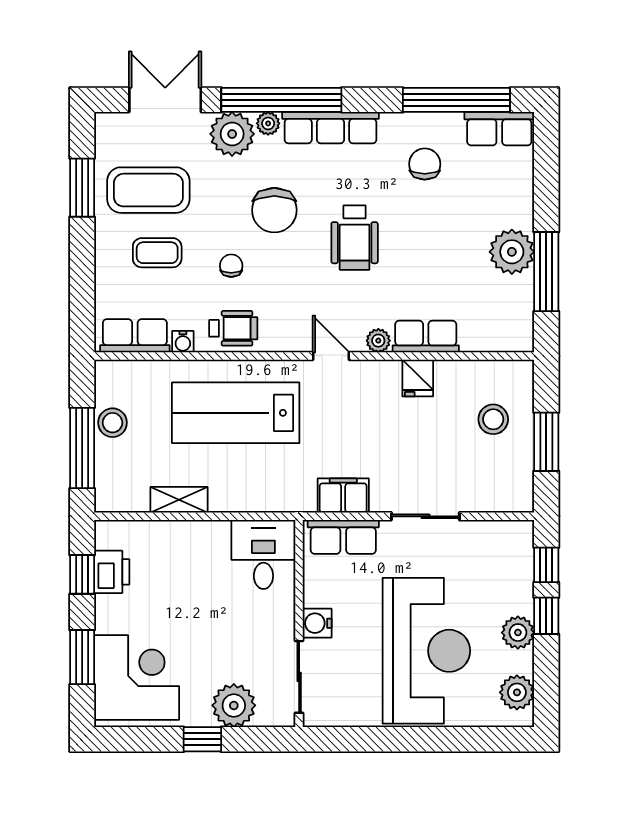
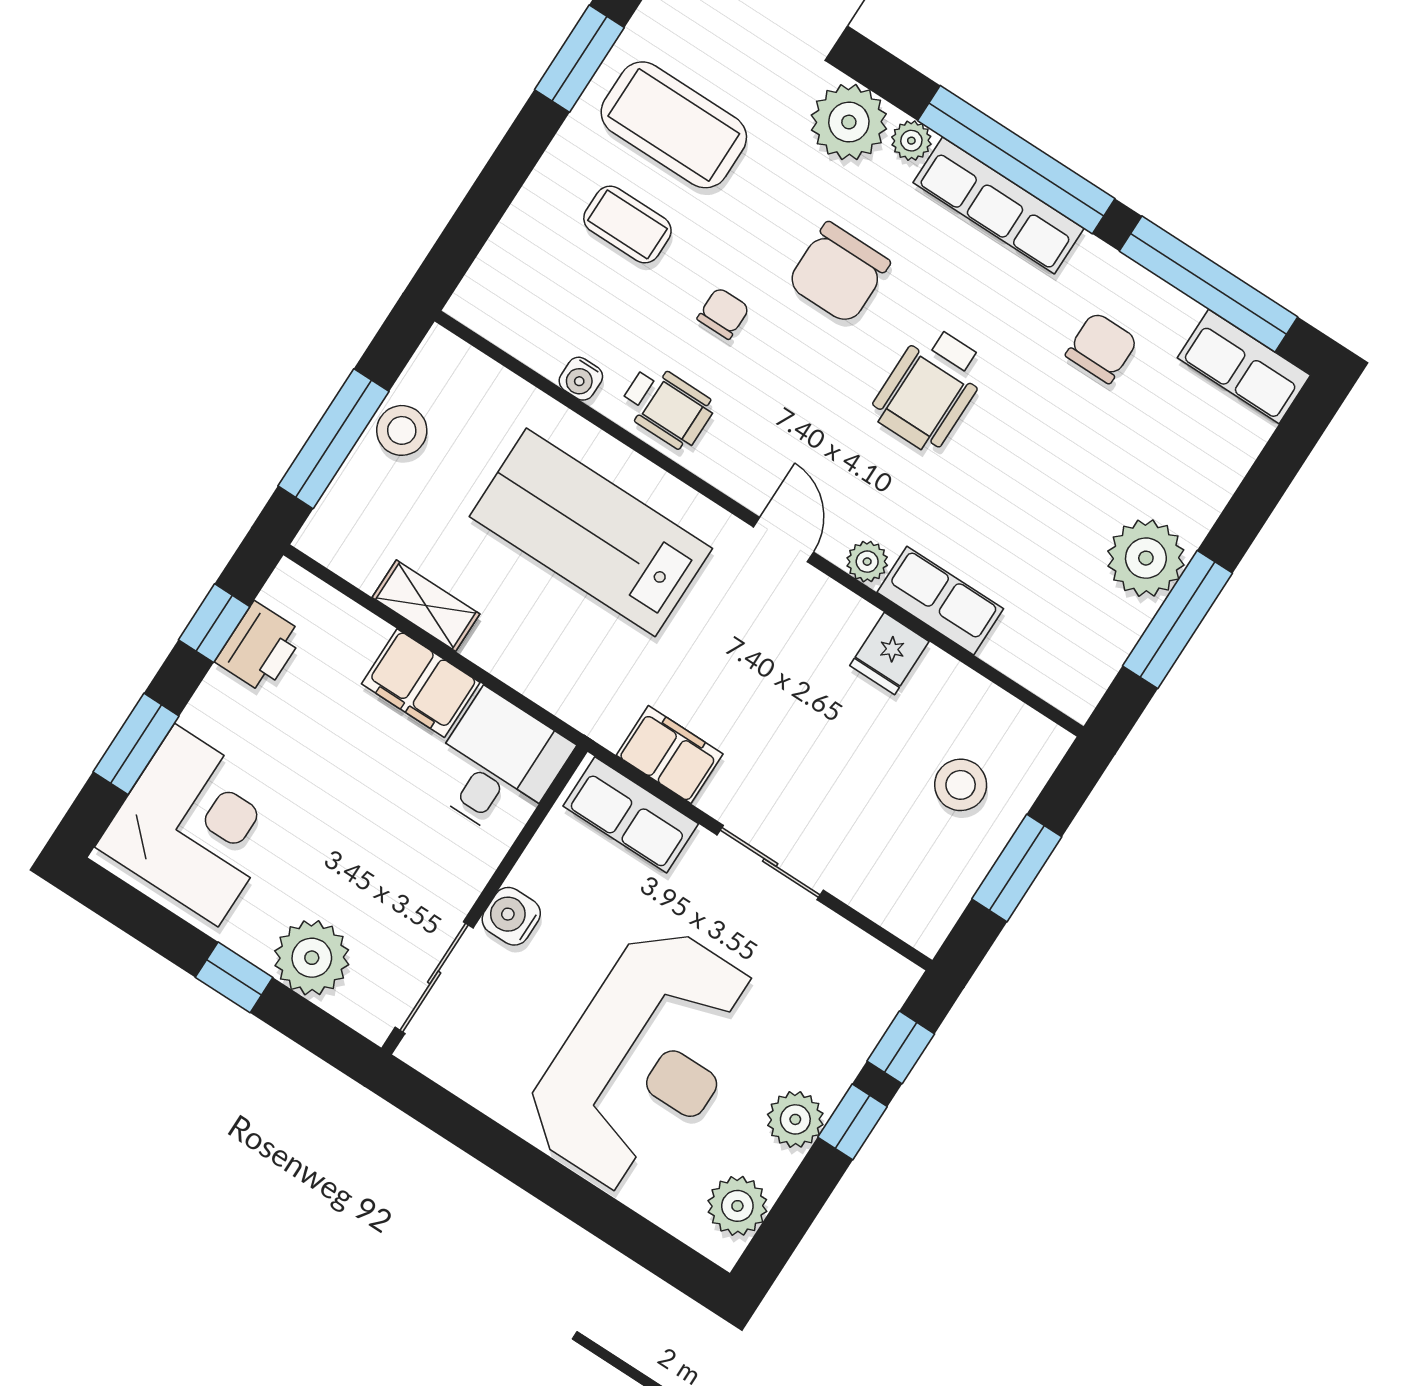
window: (281, 100) -> (1016, 160), moved
row of seats: (135, 336) -> (516, 325), removed
filing cabinet: (201, 539) -> (421, 683), added

